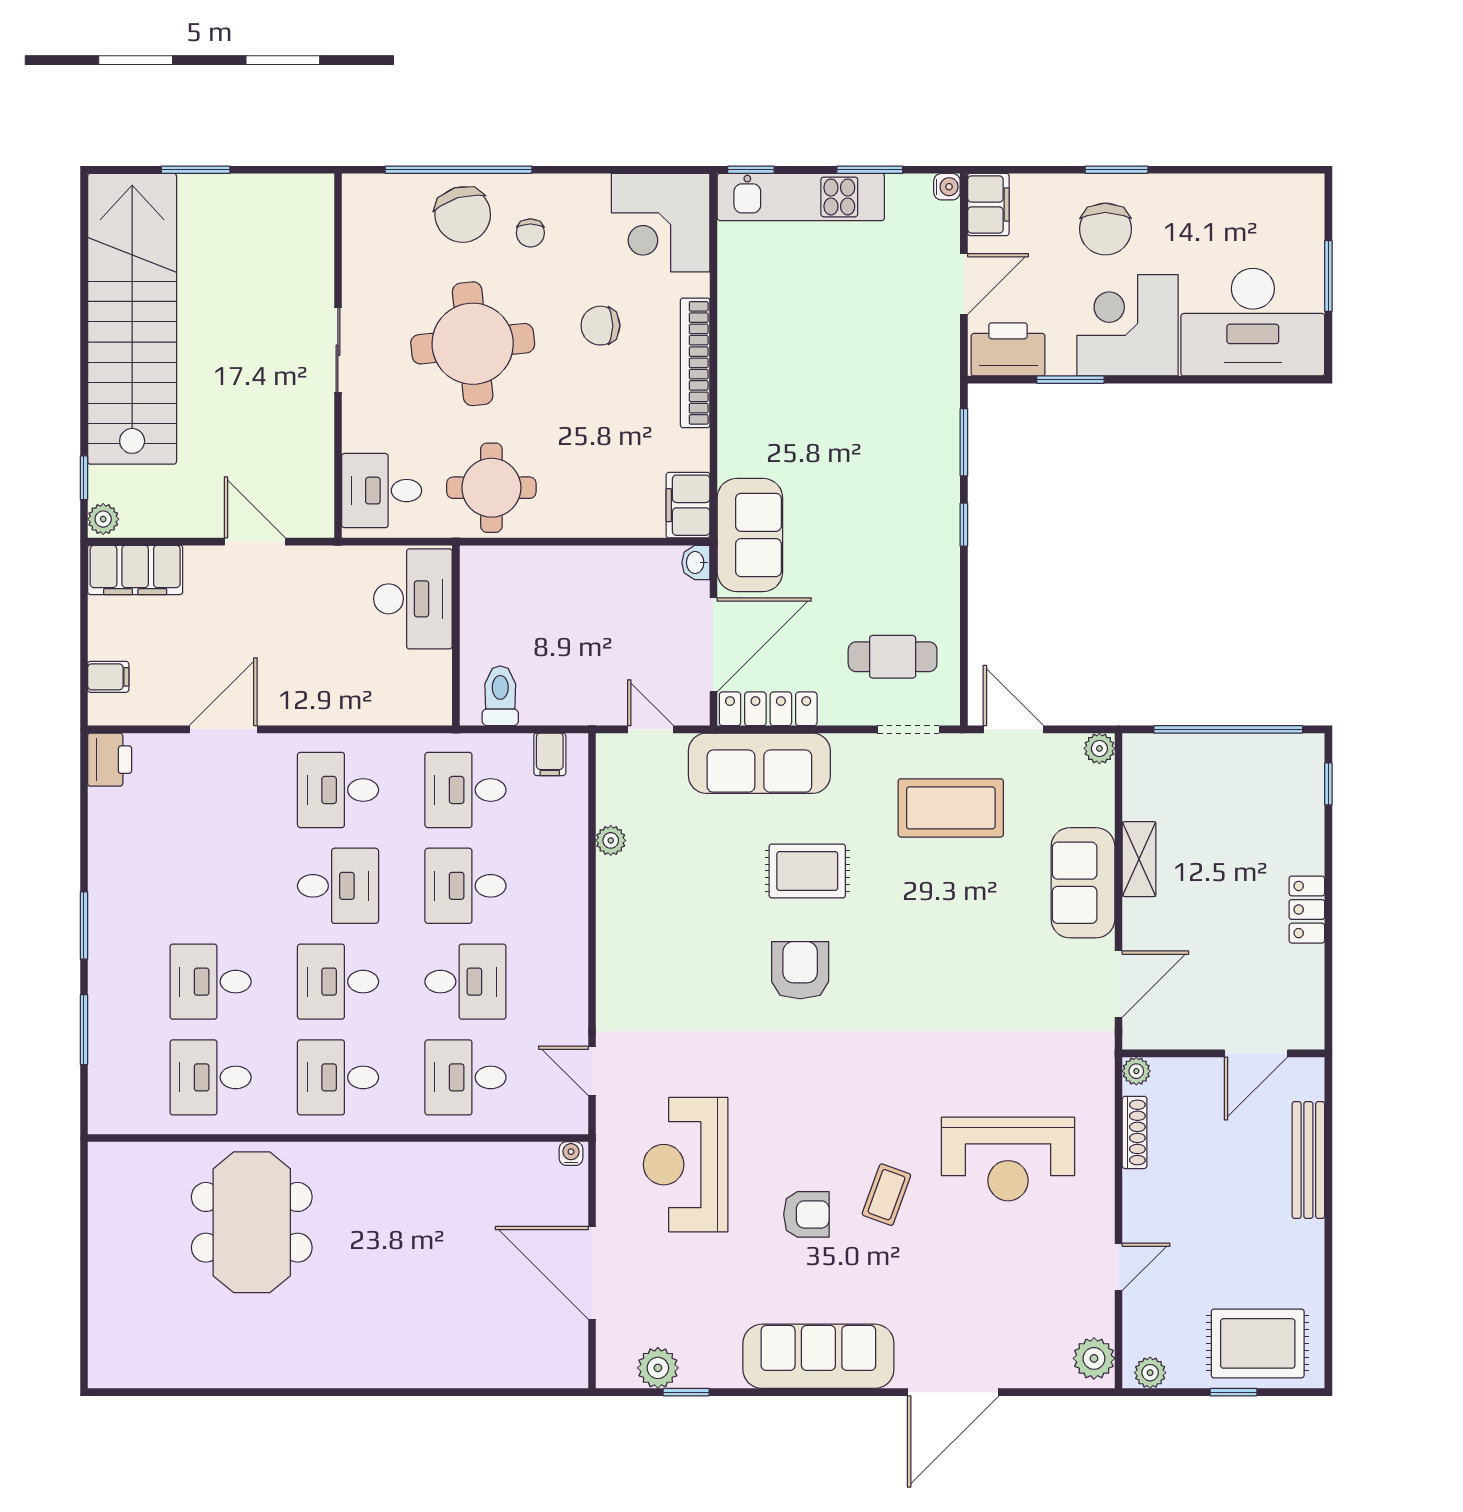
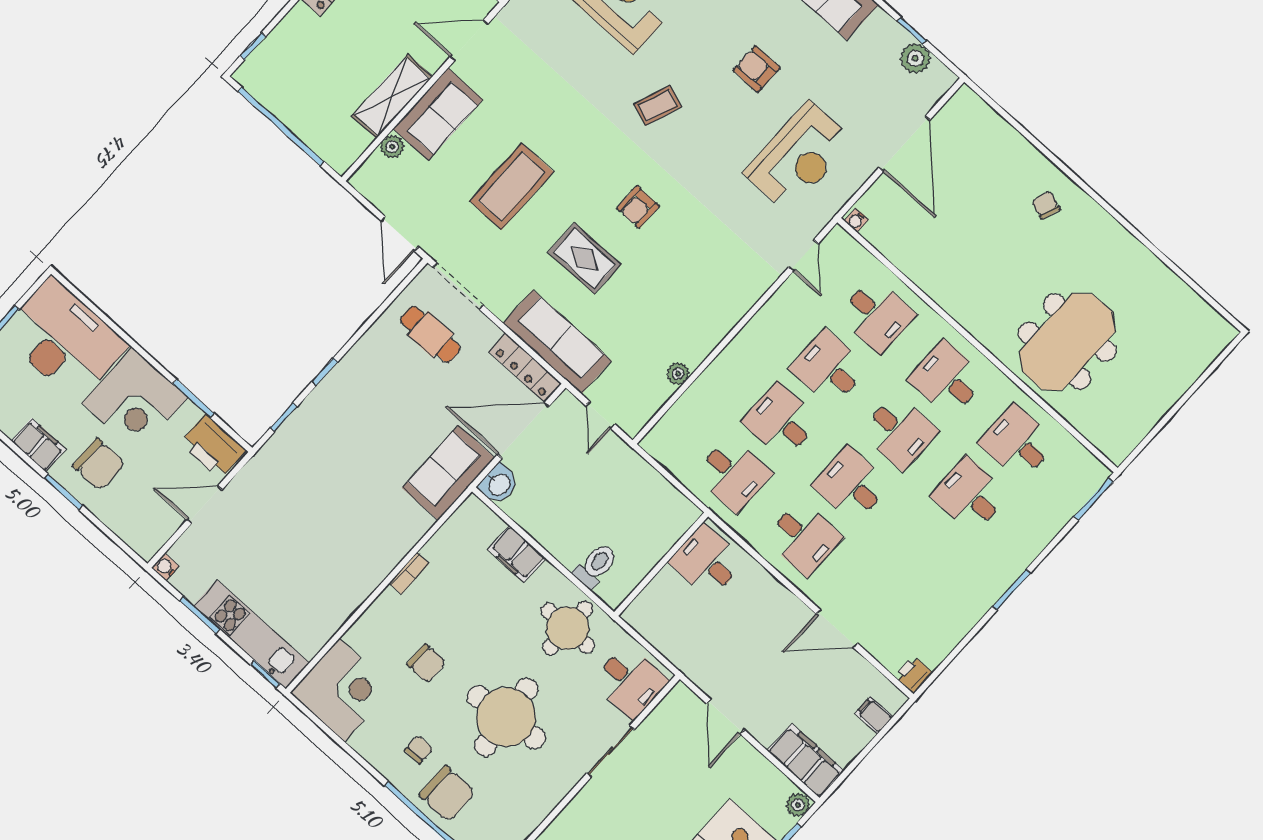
filing cabinet: (988, 204) -> (38, 445), moved, turned 90
chair: (463, 215) -> (447, 794), turned 107
chair: (1105, 229) -> (99, 464), turned 90
sliding door: (338, 350) -> (610, 751), moved
bookcase: (695, 363) -> (409, 573), width x0.43, depth x0.76
window: (964, 442) -> (284, 417), width x0.67
filing cabinet: (688, 505) -> (517, 554), moved, turned 90
washbasin: (696, 563) -> (499, 484), width x1.38, depth x1.45
desk: (413, 599) -> (707, 561), moved, width x0.73
toilet: (500, 696) -> (596, 566), moved, turned 180
doorway: (908, 729) -> (458, 286), width x1.38
plant: (1099, 748) -> (392, 147), moved
filing cabinet: (550, 754) -> (669, 452), removed
printer: (110, 760) -> (913, 675), width x0.73, depth x0.81
coffee table: (951, 808) -> (512, 186), moved, turned 90
shelving: (1139, 859) -> (392, 96), width x1.50, depth x1.33
desk: (465, 886) -> (781, 421), turned 180
armchair: (800, 970) -> (638, 207), width x0.72, depth x0.72
desk: (211, 982) -> (970, 495), turned 180
window: (84, 1030) -> (1094, 499), moved
desk: (211, 1077) -> (1018, 442), turned 180
desk: (338, 1077) -> (947, 379), turned 180
coffee table: (886, 1195) -> (658, 105), moved
chair: (396, 1339) -> (1046, 205), added

